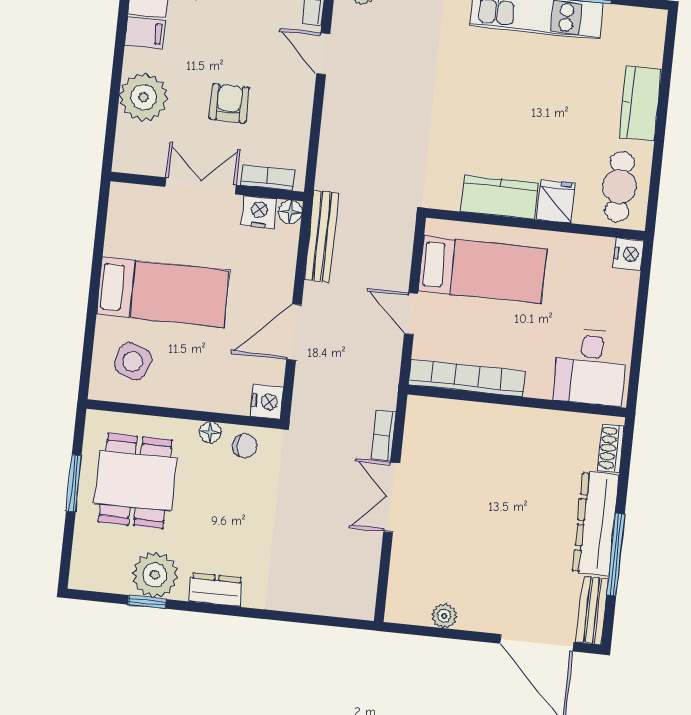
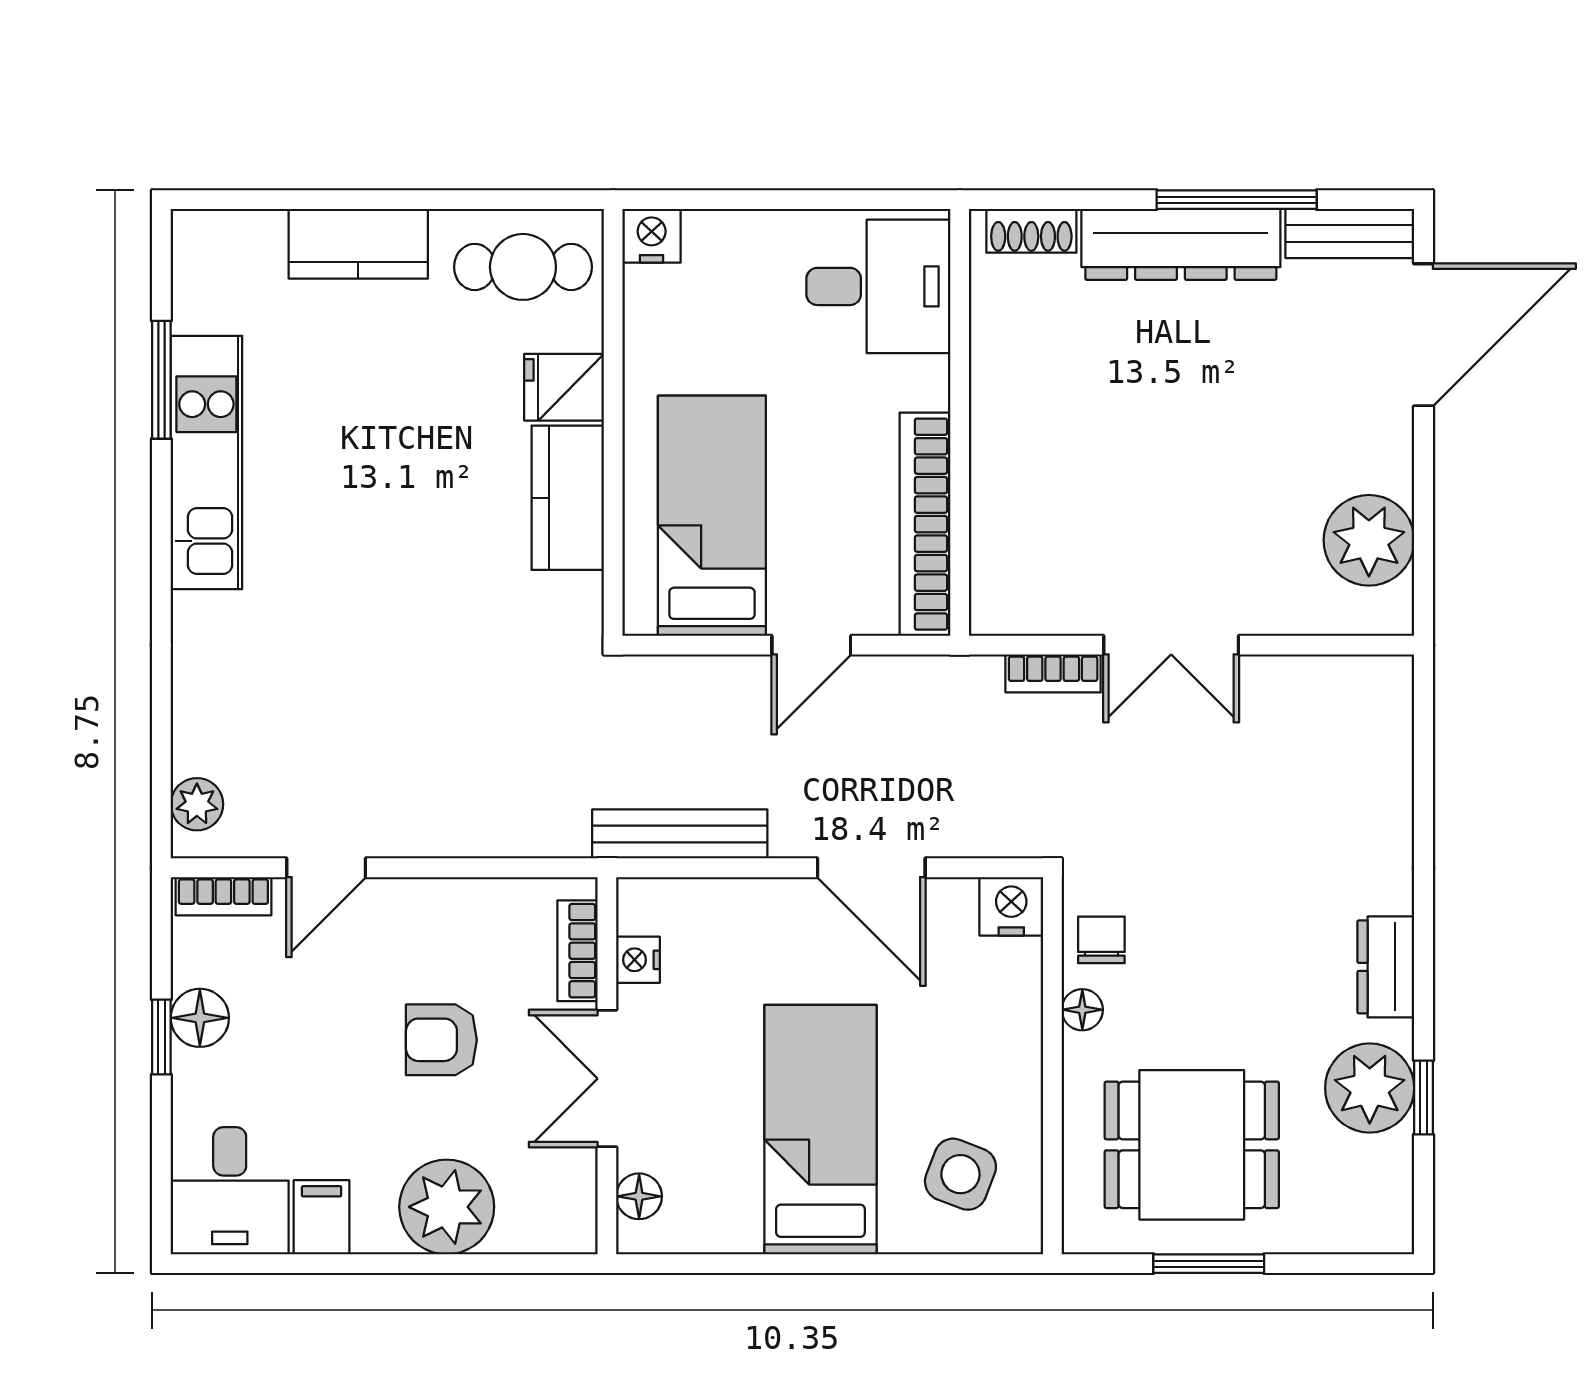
nightstand: (259, 212) -> (638, 960), width x0.72, depth x0.74
floor lamp: (290, 212) -> (639, 1196), moved
plant: (444, 616) -> (1369, 540), width x1.87, depth x1.87

